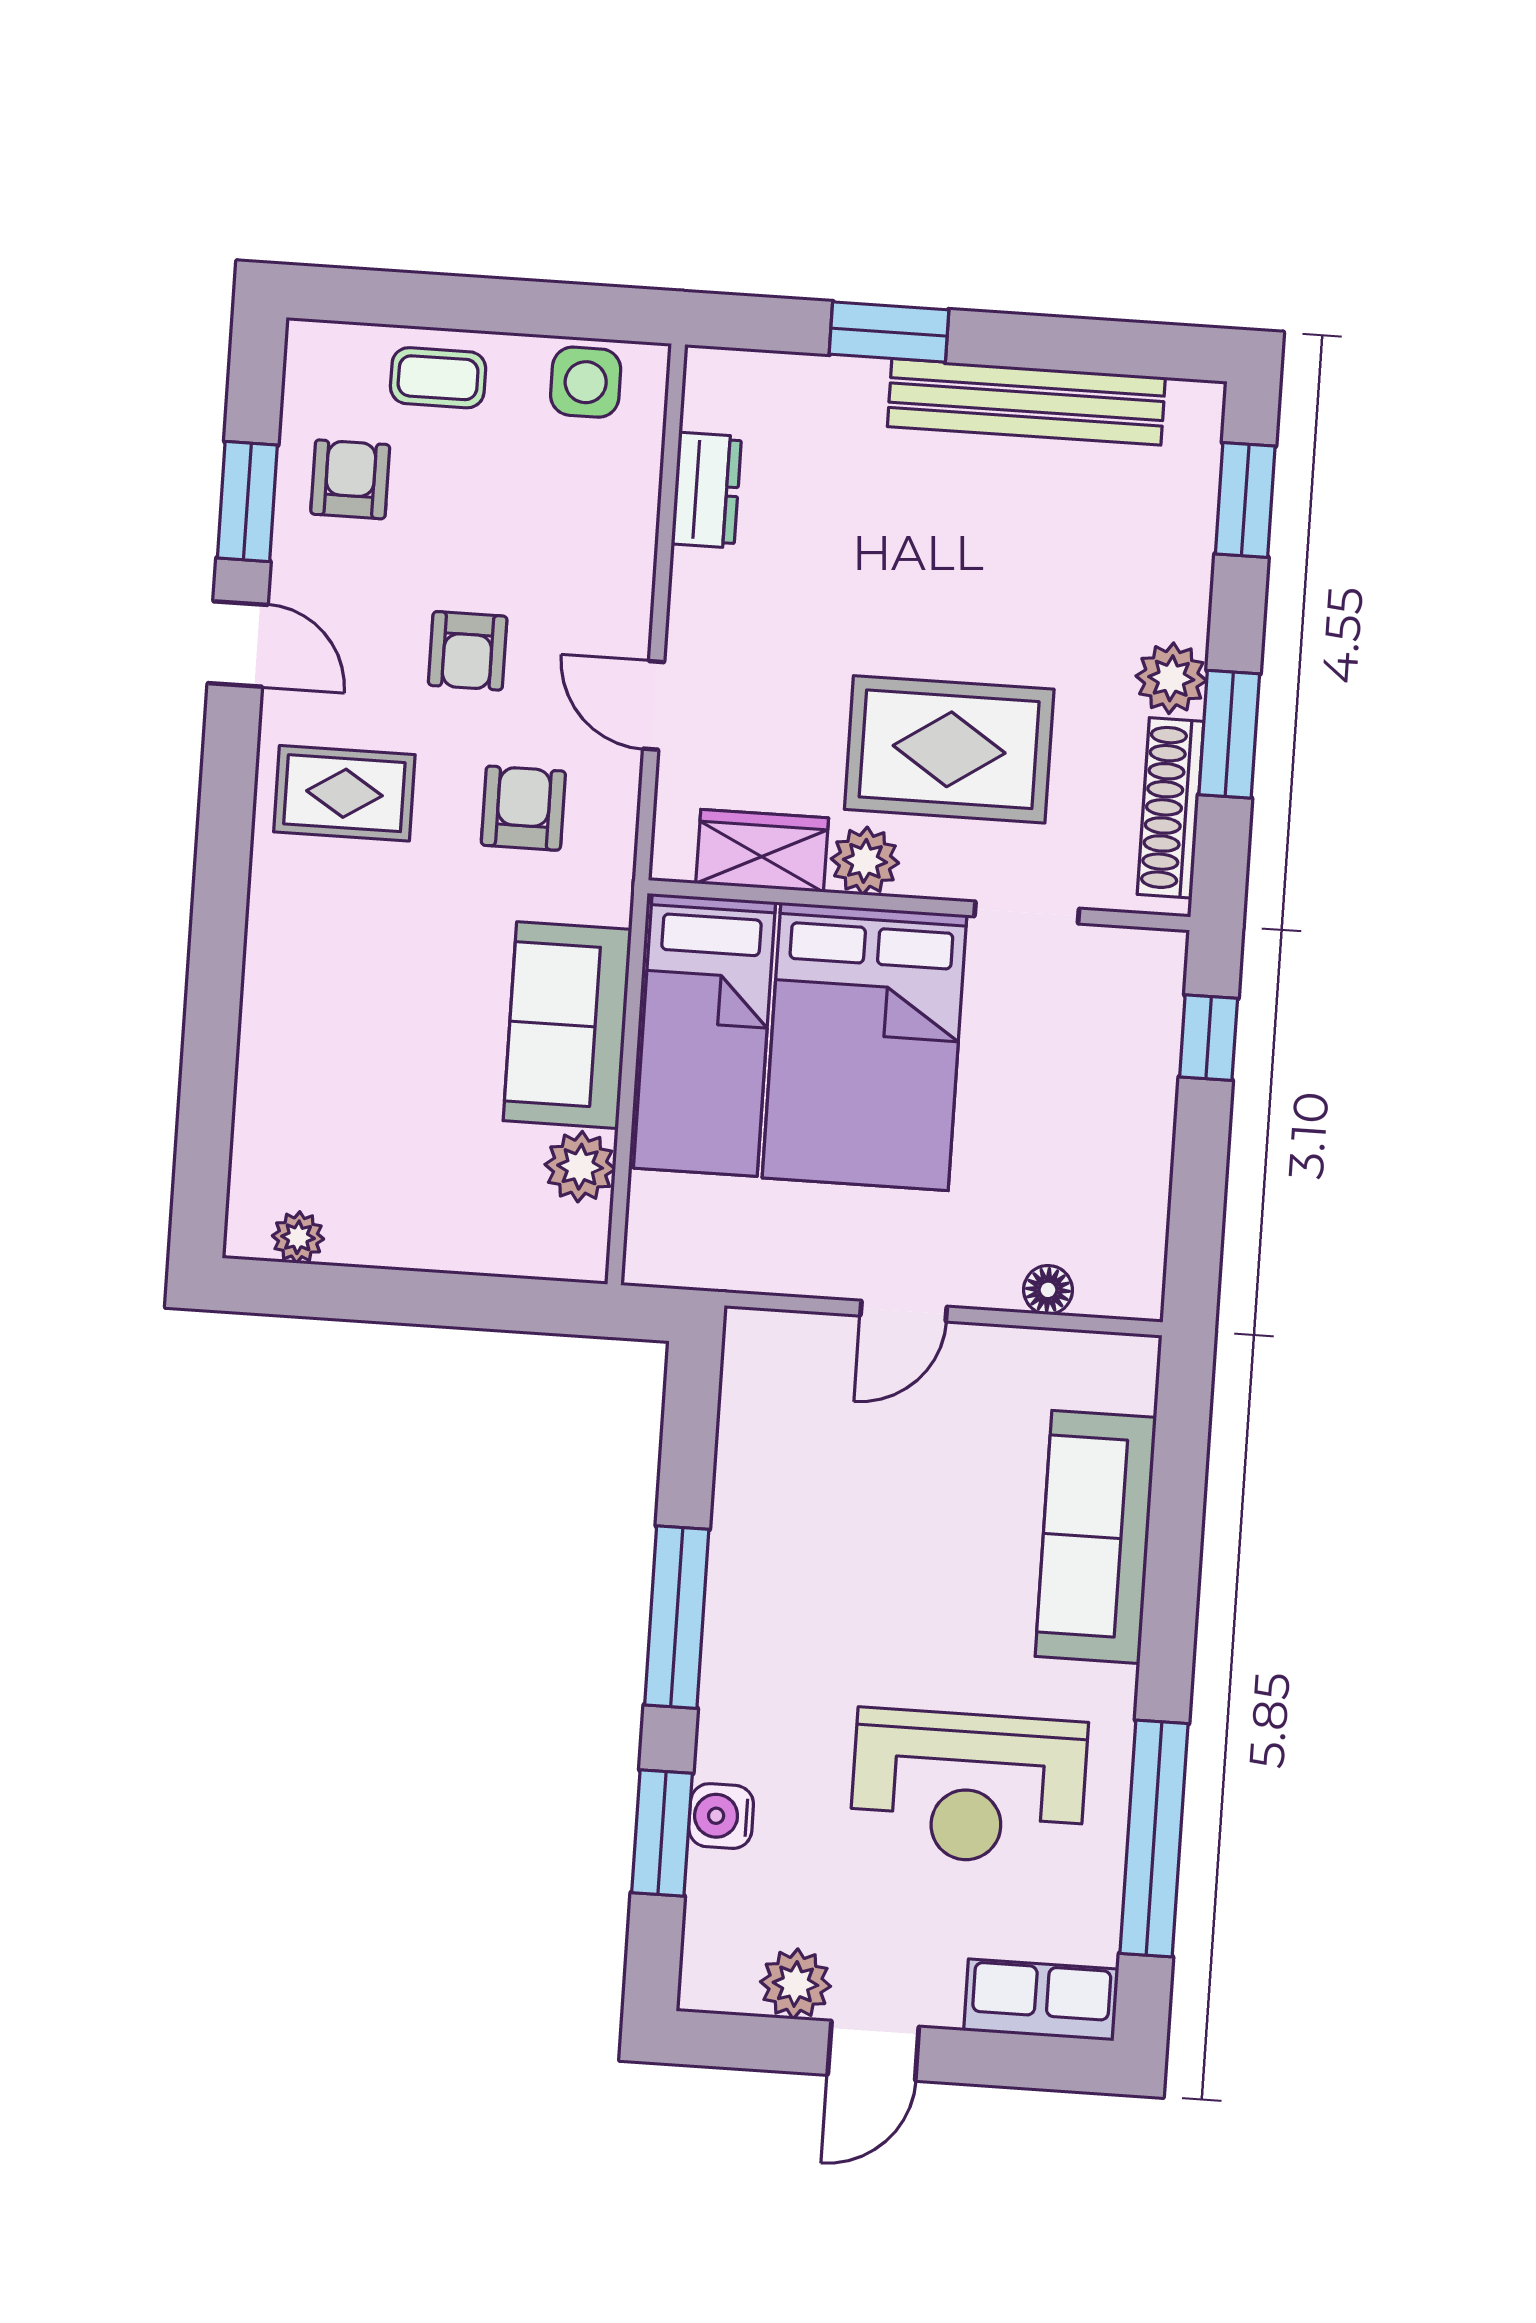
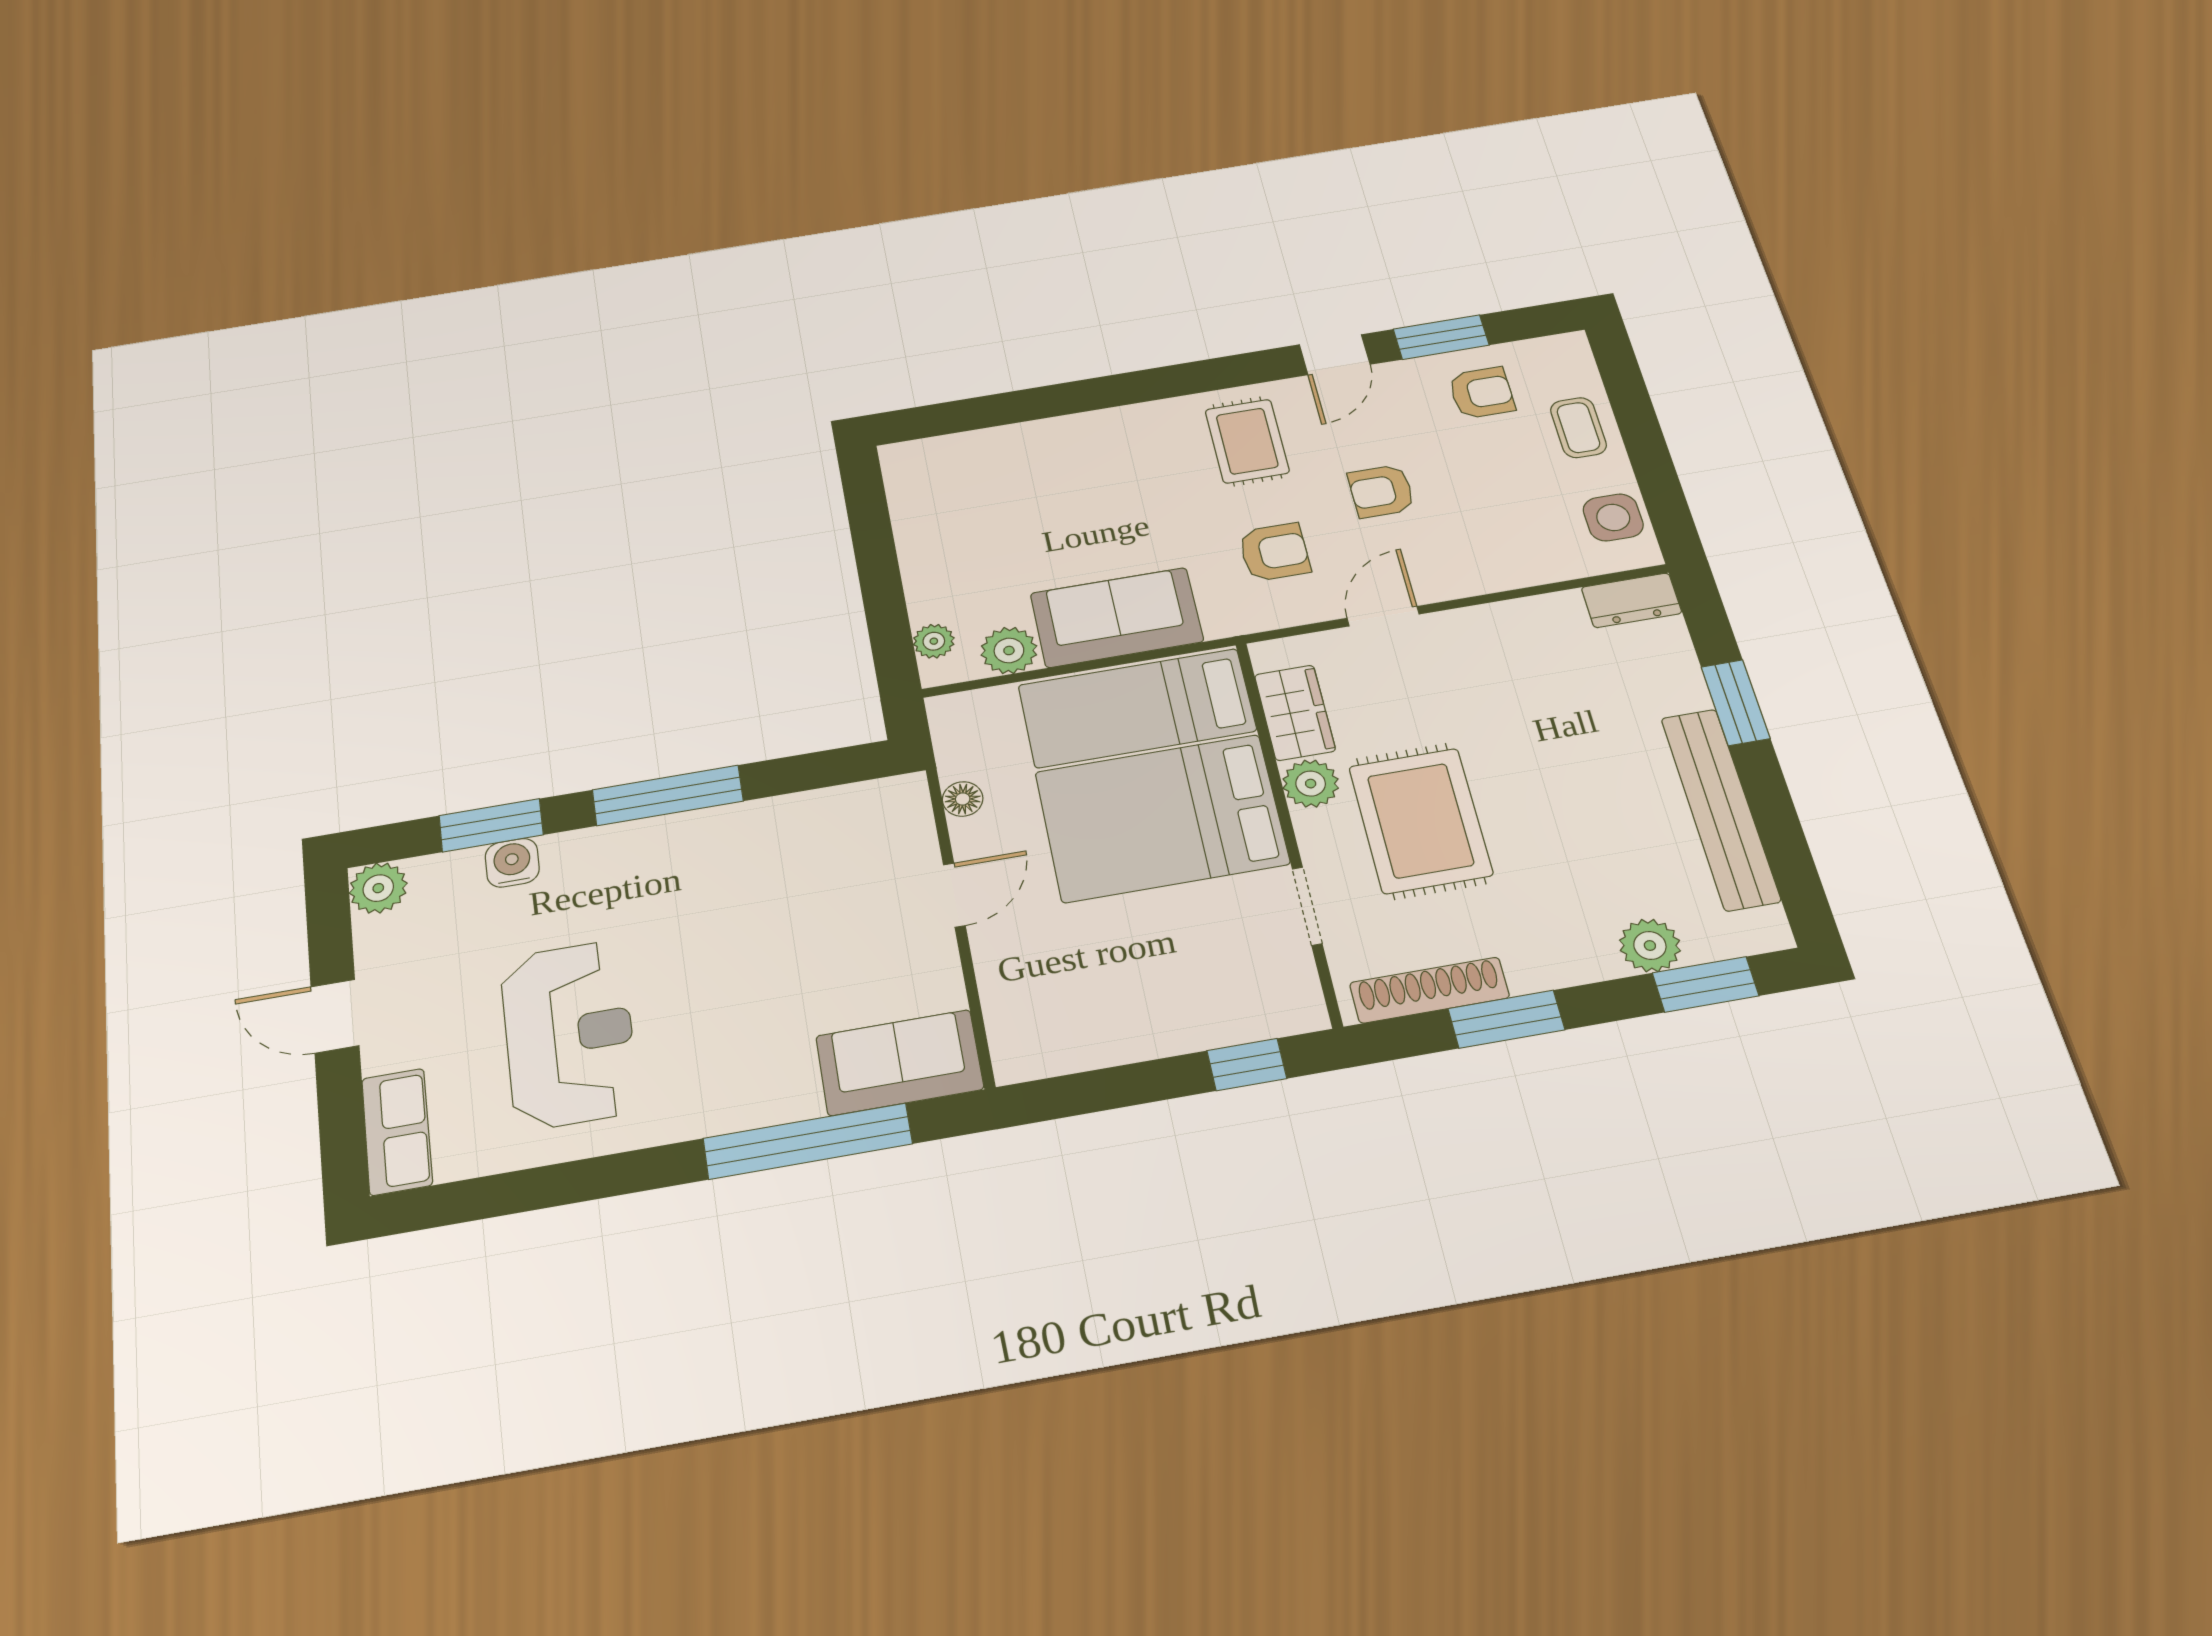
dresser: (706, 490) -> (1631, 600), moved
plant: (1171, 678) -> (1650, 945), moved
plant: (298, 1237) -> (934, 641), moved
floor lamp: (1048, 1290) -> (963, 799), moved
door: (904, 1311) -> (954, 895), swing flipped
sofa: (1096, 1537) -> (900, 1063), moved, width x0.73
reception desk: (968, 1787) -> (569, 1034), turned 180
window: (1154, 1838) -> (808, 1141), moved
plant: (795, 1984) -> (378, 888), moved

